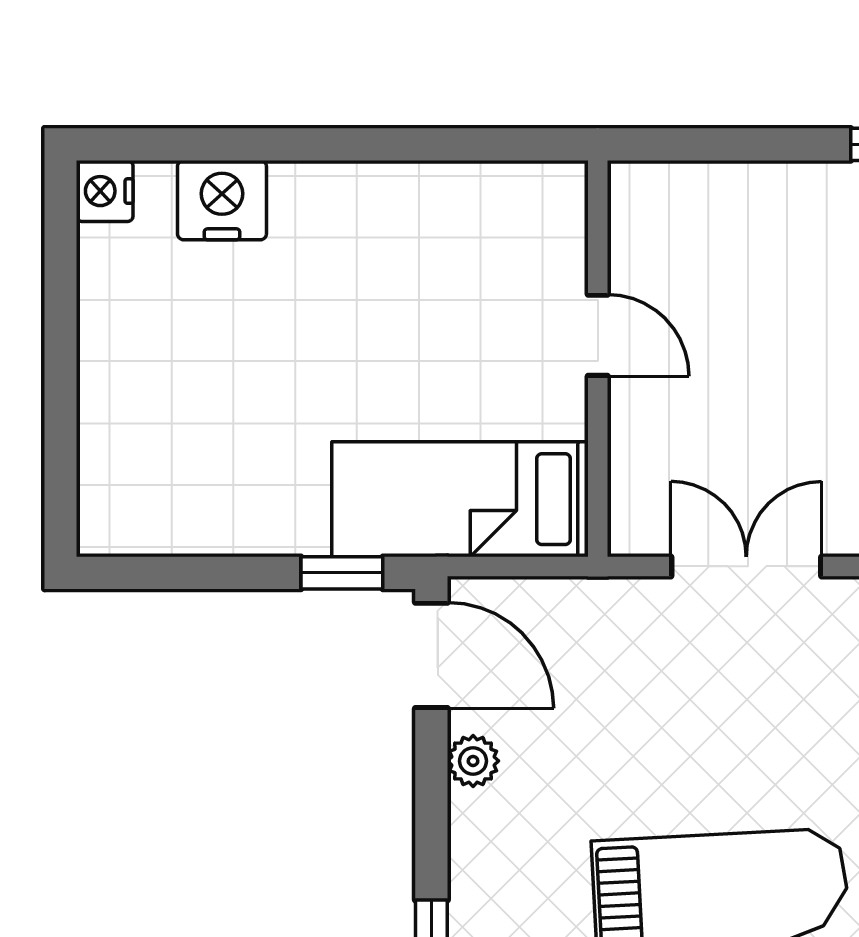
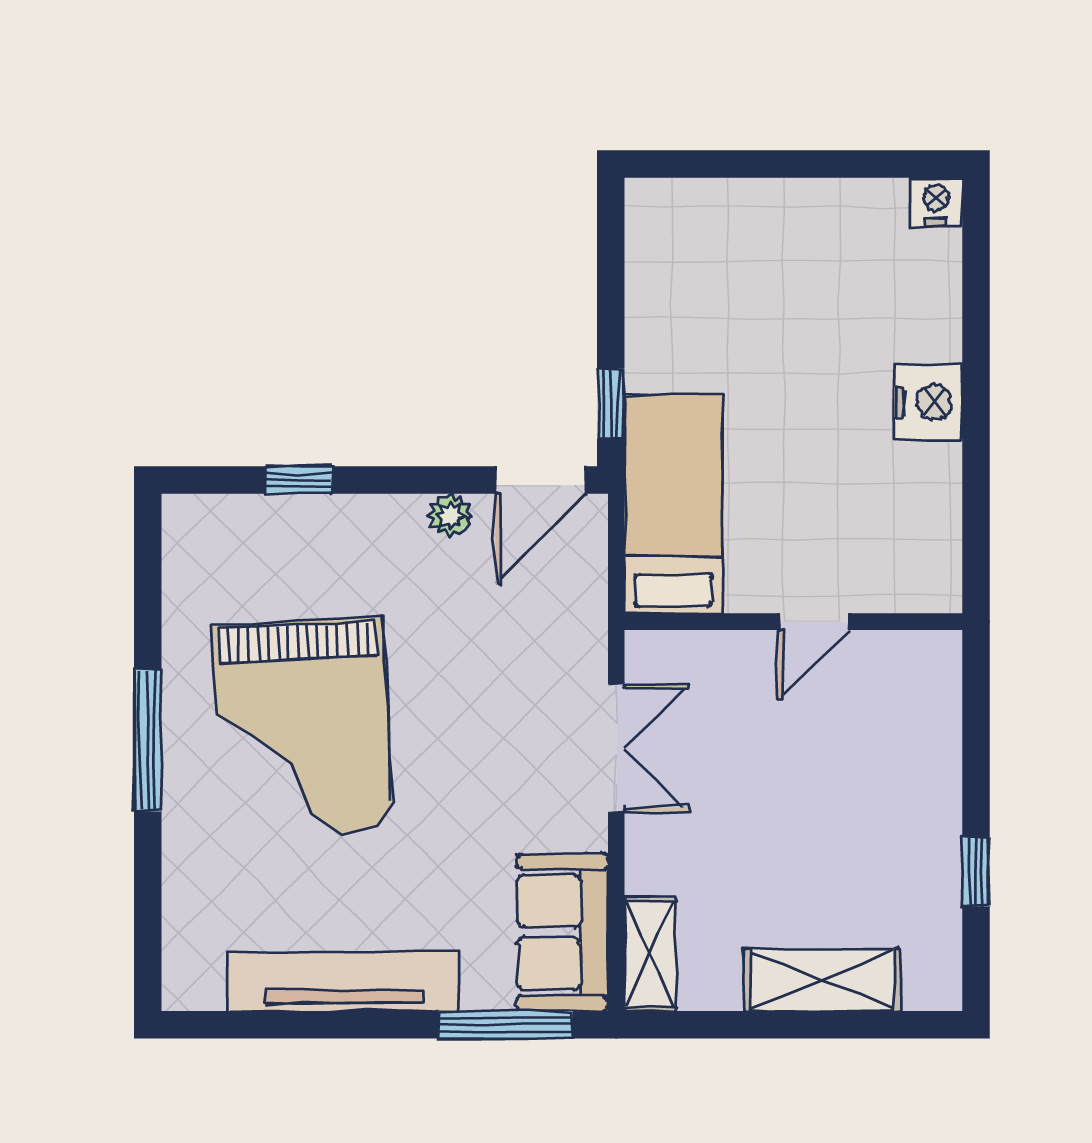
nightstand: (222, 200) -> (928, 402), moved

